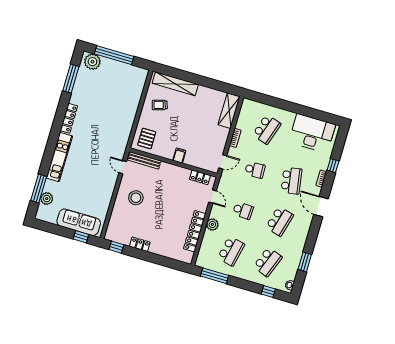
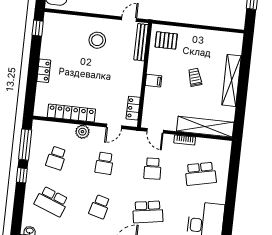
shelving: (175, 84) -> (231, 80), moved
trolley: (160, 105) -> (195, 77), moved
shelving: (229, 111) -> (205, 127), width x1.47
school desk: (267, 129) -> (201, 174), turned -30
school desk: (280, 221) -> (100, 207), width x0.54
locker: (140, 244) -> (44, 71), moved
school desk: (231, 251) -> (56, 158), width x0.54
window: (268, 292) -> (22, 175), moved

